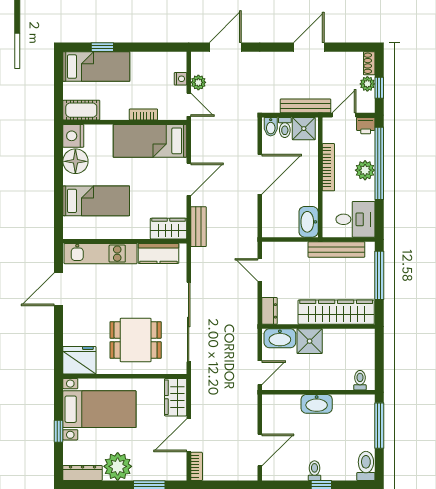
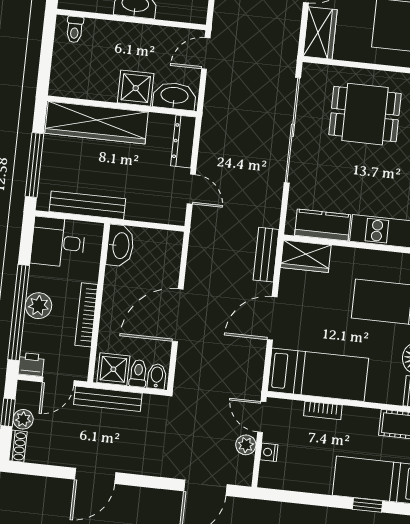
dresser: (269, 311) -> (183, 141), width x1.44

